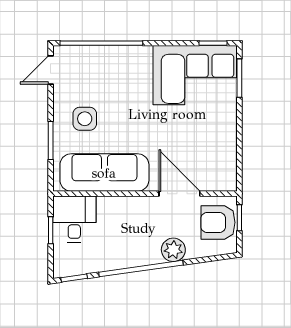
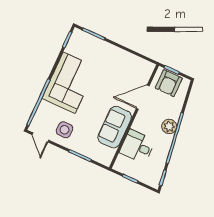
corner sofa: (195, 75) -> (69, 83), moved
side table: (85, 119) -> (64, 130), moved
sofa: (104, 173) -> (115, 127), width x0.73
desk: (74, 219) -> (137, 146), moved
plant: (173, 250) -> (169, 126), moved

